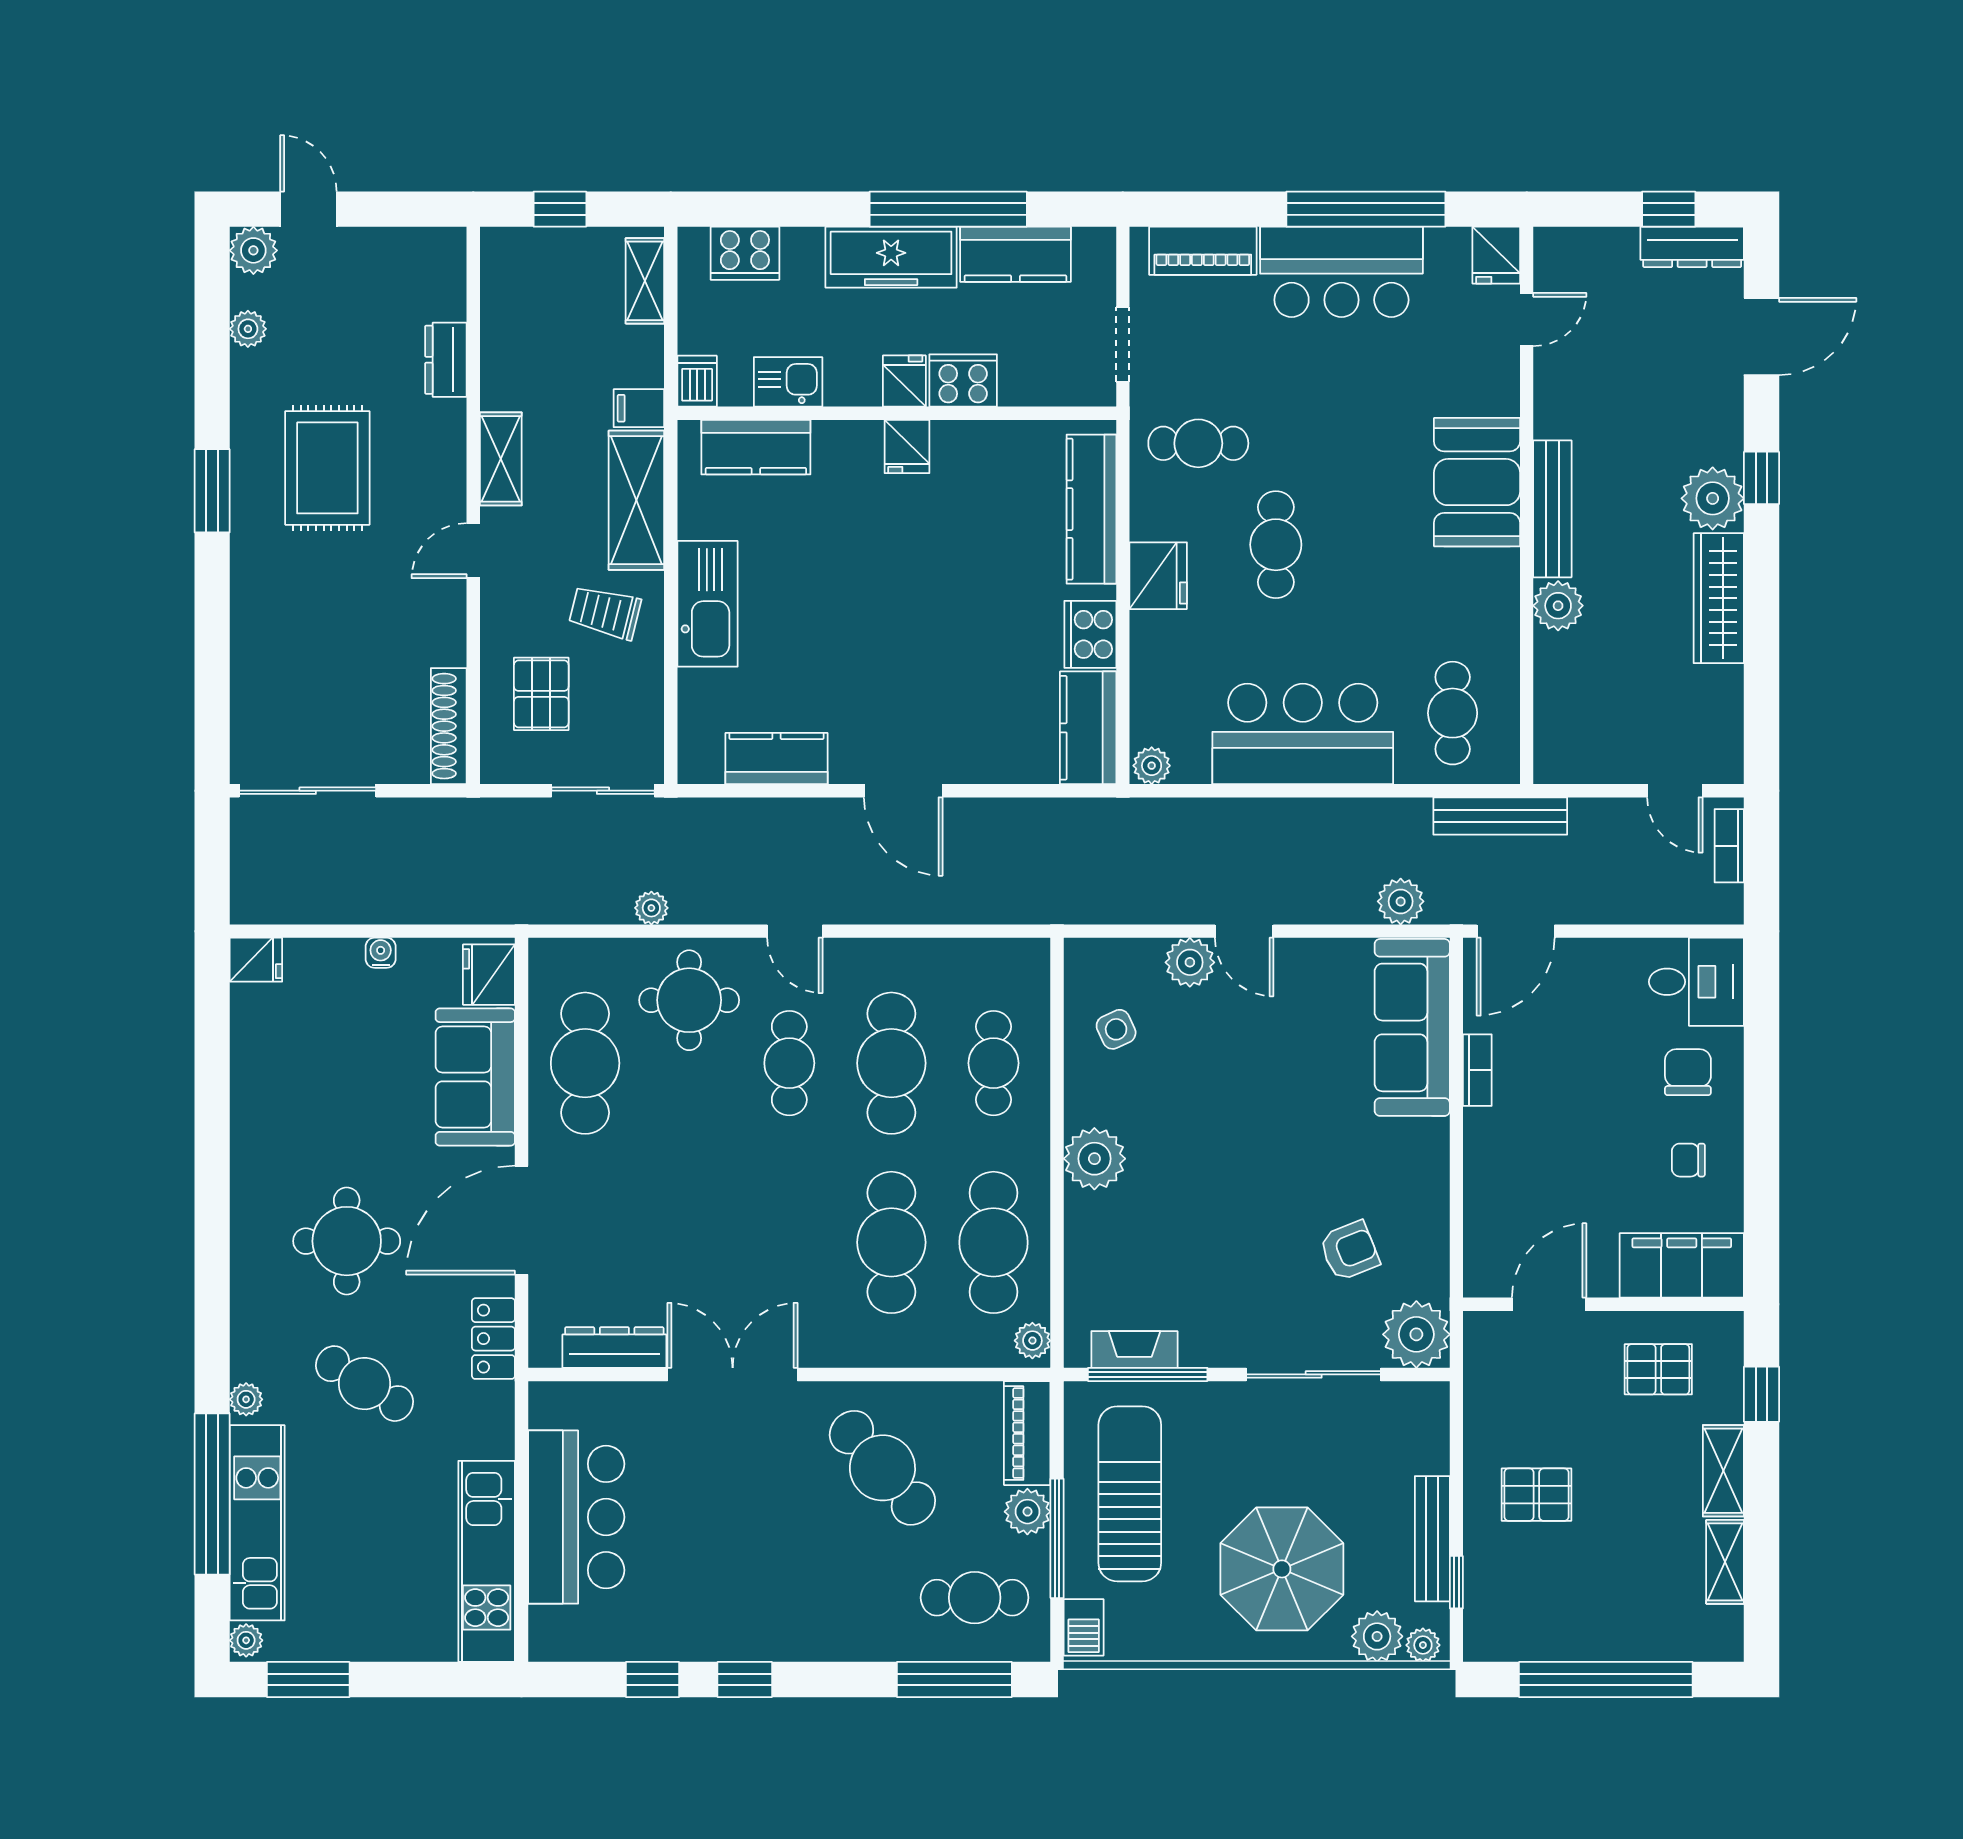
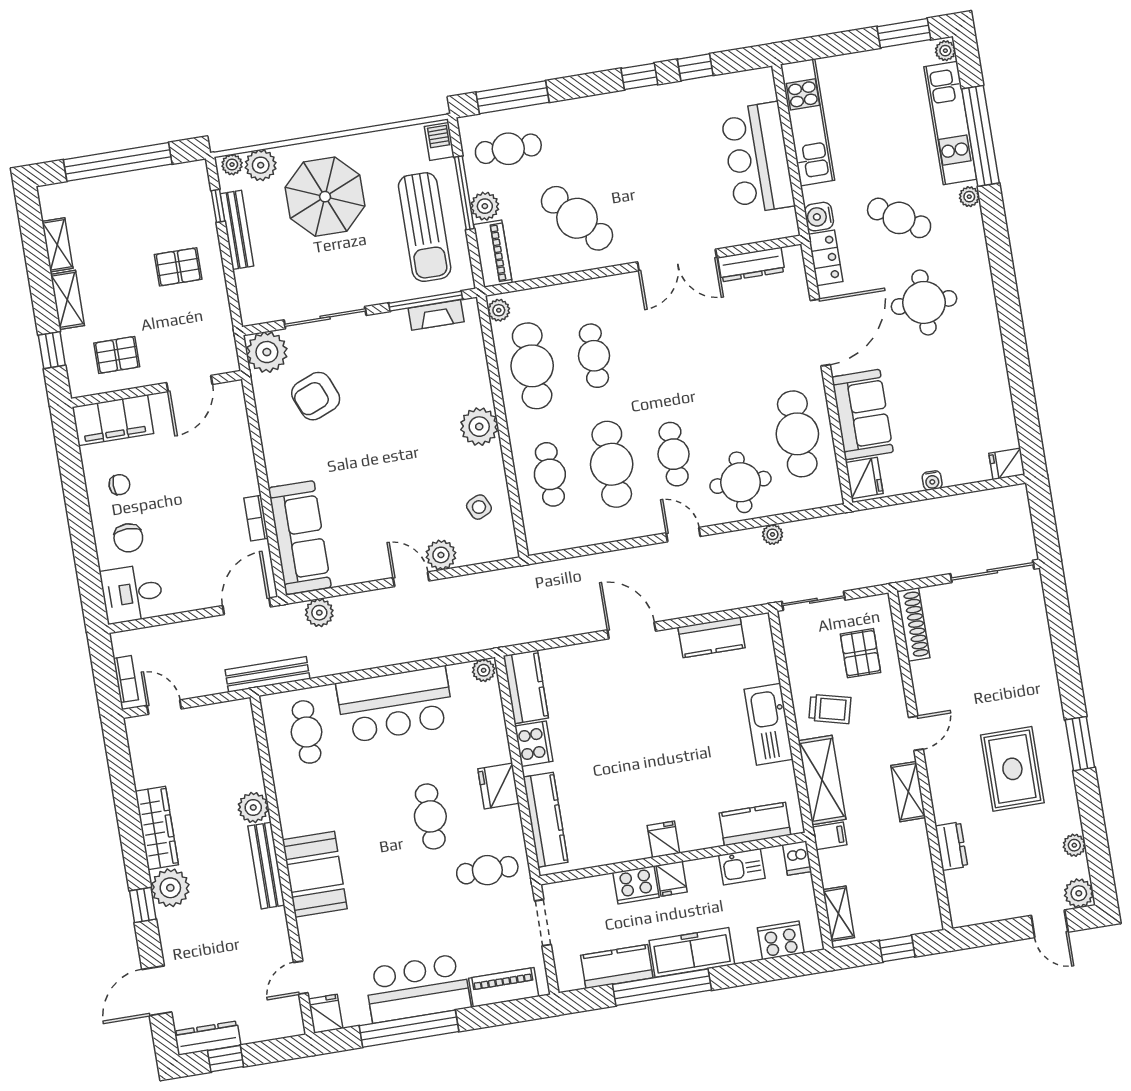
cafe table: (891, 1242) -> (594, 356), width x0.73, depth x0.74
armchair: (1349, 1251) -> (316, 396), width x1.38, depth x1.38
water cooler: (493, 1407) -> (819, 217), added

